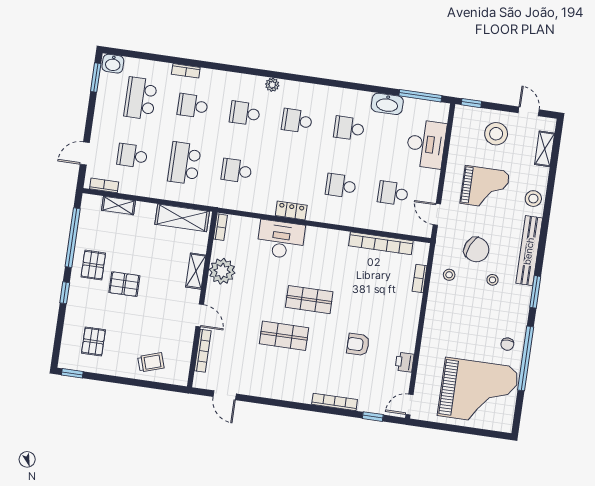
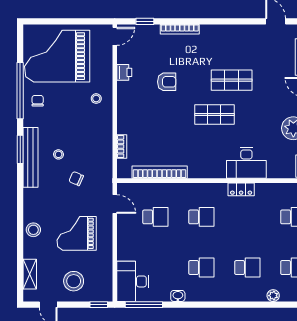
washbasin: (387, 104) -> (178, 296), width x0.52, depth x0.69
desk: (426, 144) -> (133, 281), moved
chair: (476, 250) -> (76, 179), width x0.54, depth x0.54
bench: (529, 251) -> (30, 157), moved
stool: (449, 275) -> (96, 99), moved

